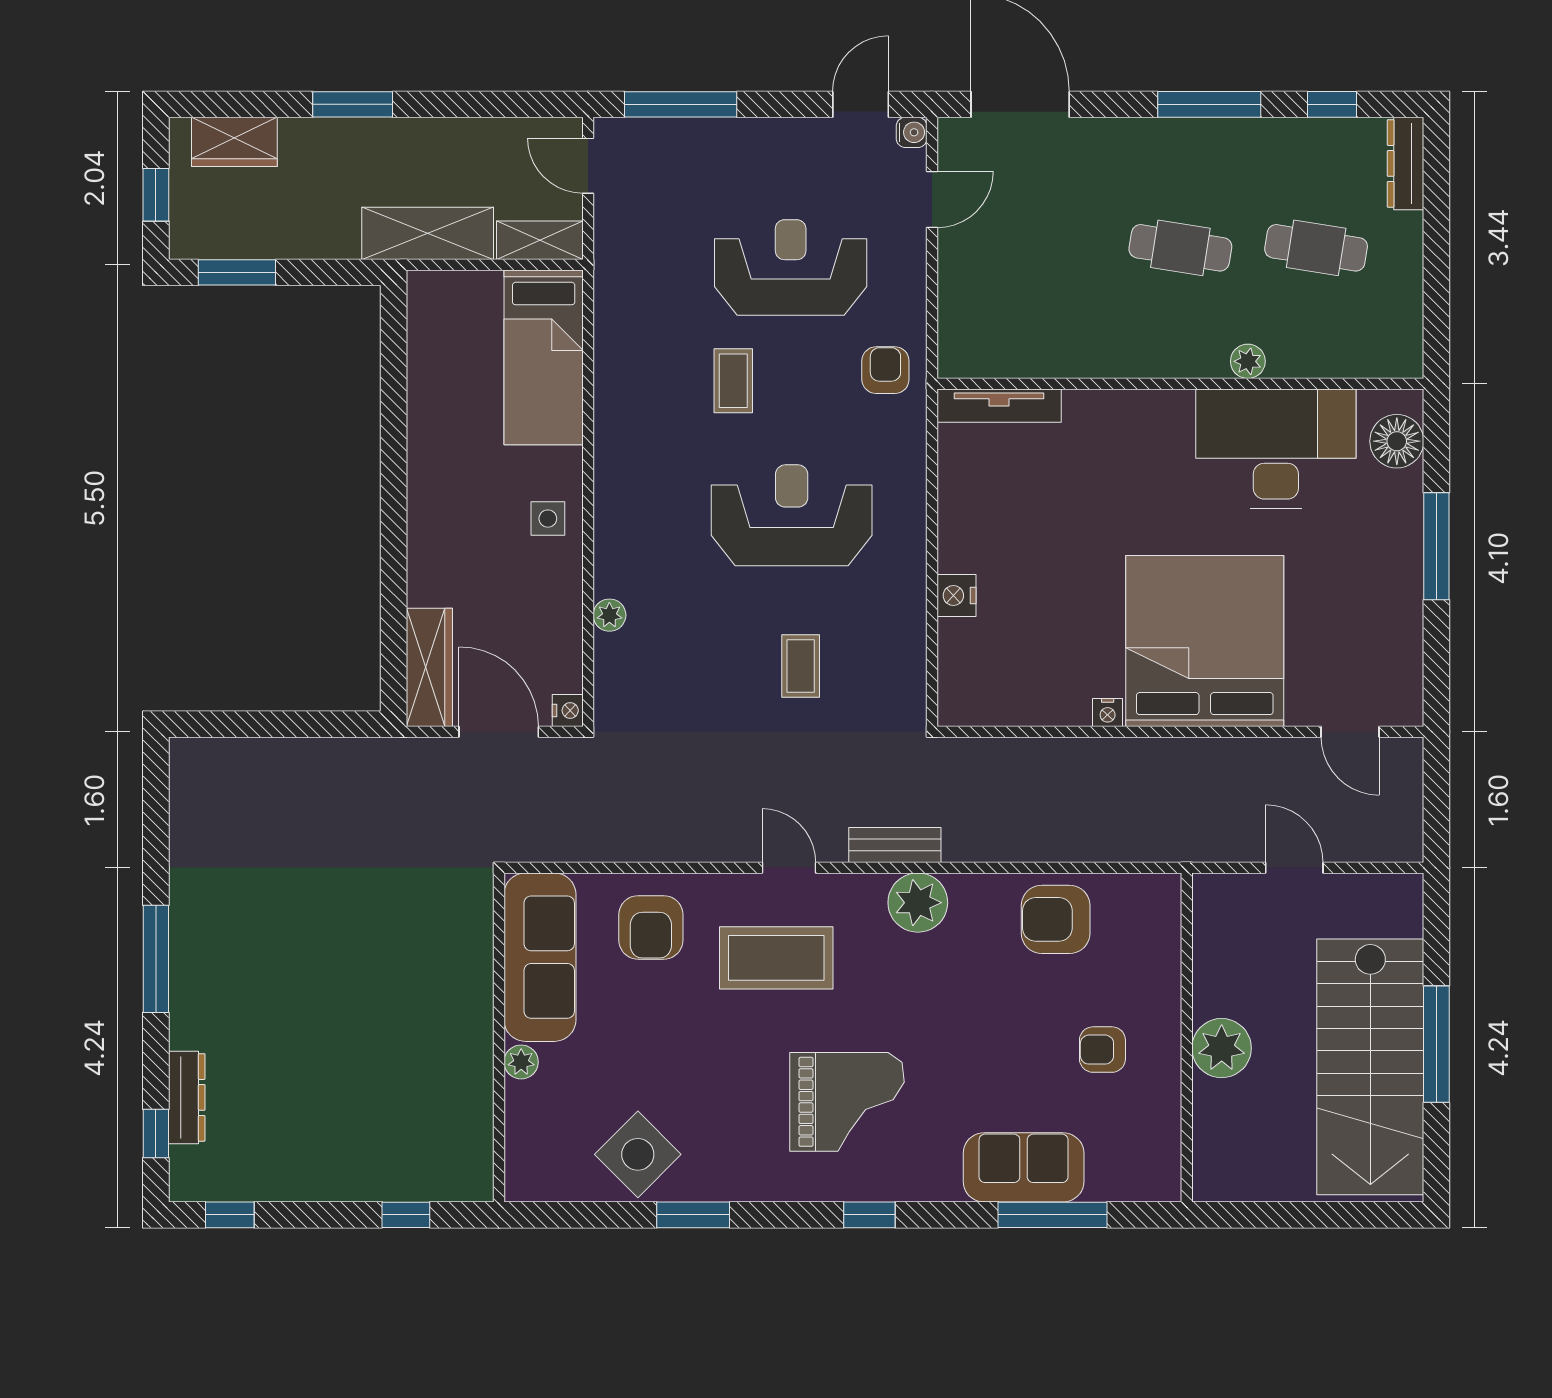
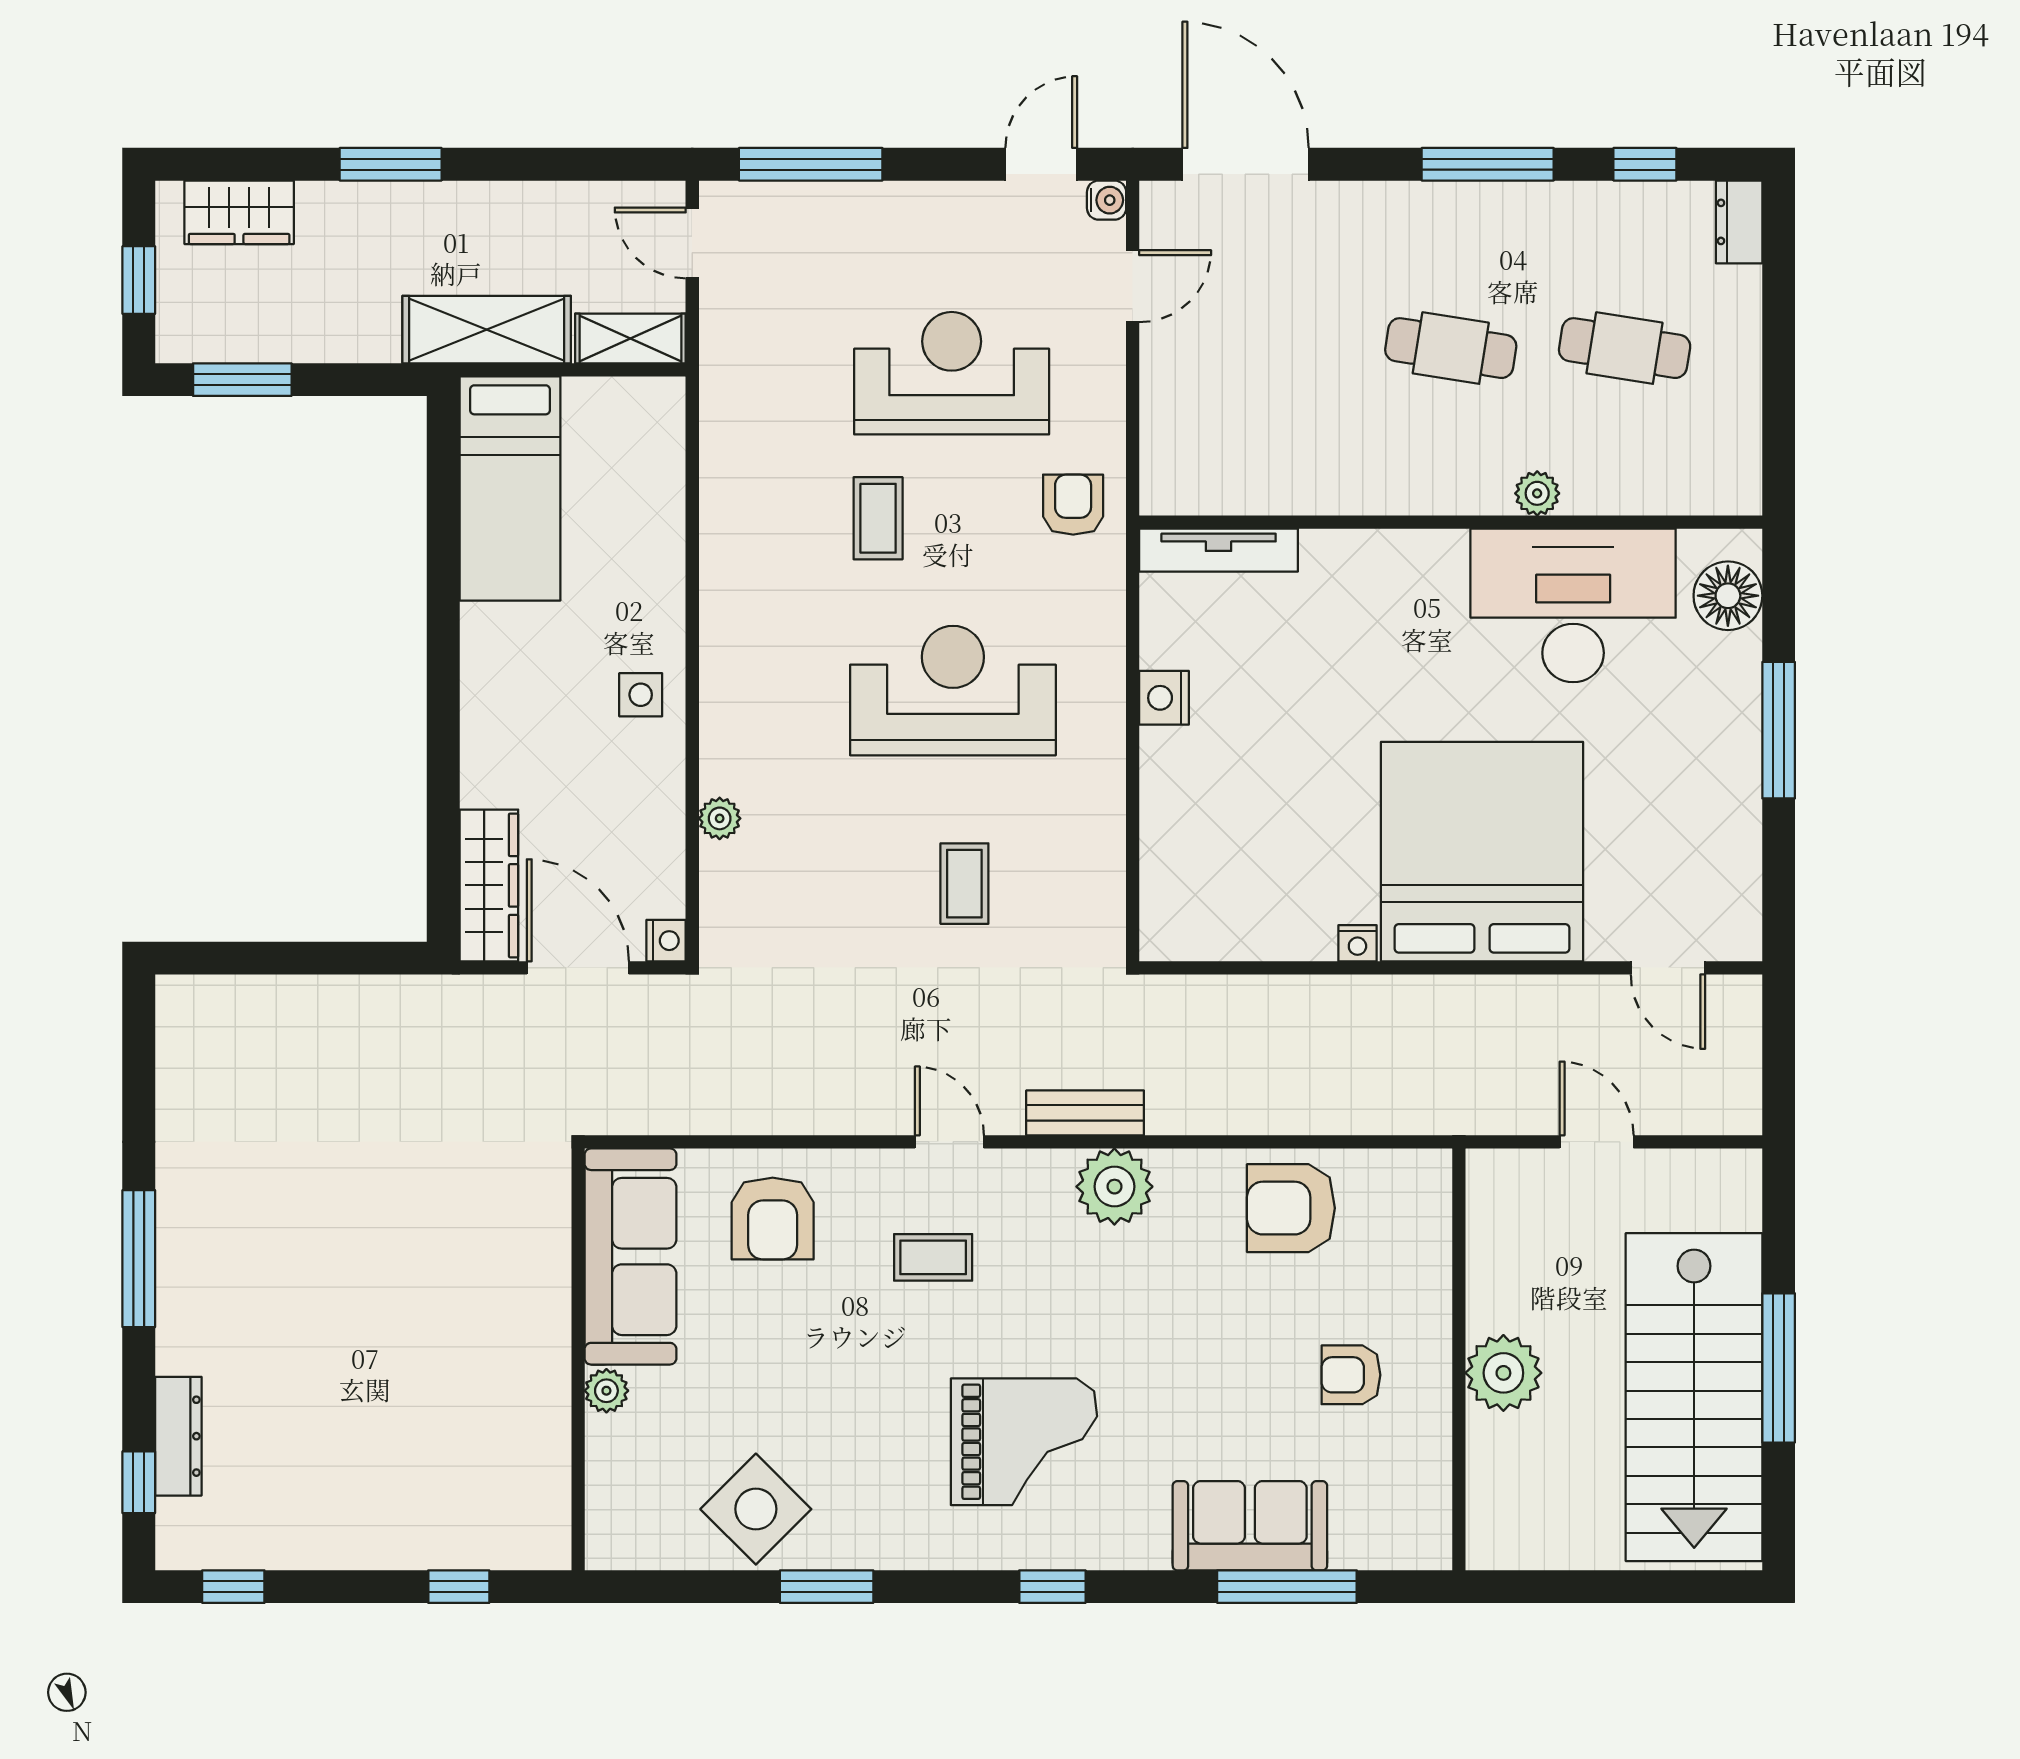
dresser: (1405, 163) -> (1739, 222), width x0.70
bed: (544, 357) -> (510, 488), moved
nightstand: (956, 596) -> (1164, 698), moved
coffee table: (776, 958) -> (933, 1257), width x0.54, depth x0.58

